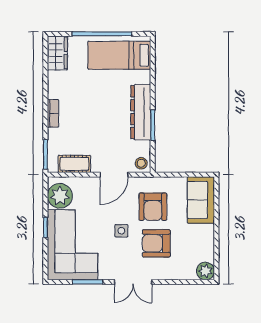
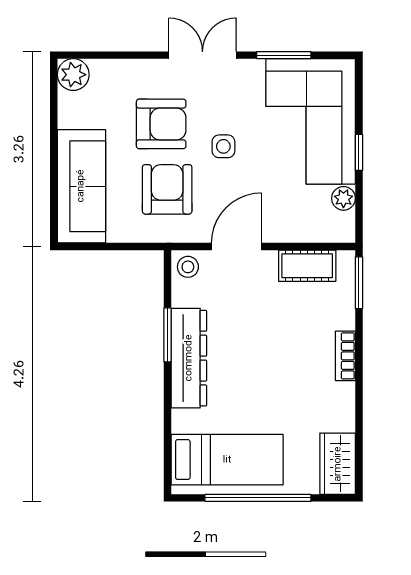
plant: (60, 196) -> (343, 198), width x0.53, depth x0.53
sofa: (201, 200) -> (81, 186), width x1.36

